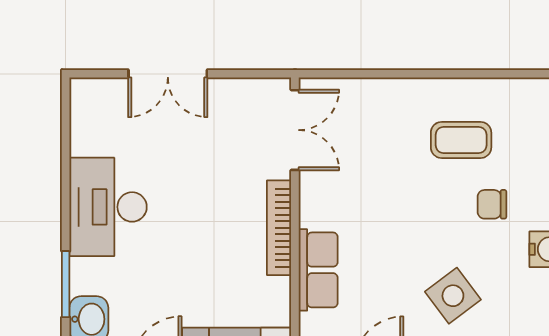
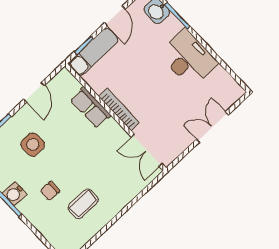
chair: (492, 204) -> (50, 191), turned 180
side table: (453, 296) -> (33, 144), turned 37

